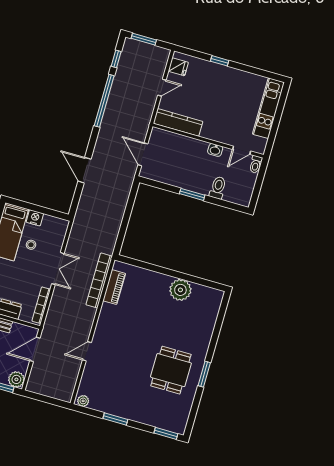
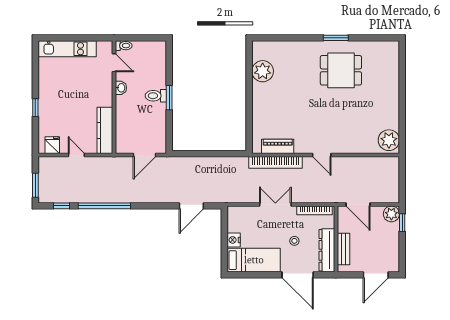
door: (84, 170) -> (191, 206), moved
toilet: (218, 188) -> (156, 96), moved
stool: (31, 245) -> (294, 241), moved
plant: (180, 290) -> (263, 71), moved
door: (87, 351) -> (322, 155), moved
plant: (83, 401) -> (389, 140), width x1.88, depth x1.88
window: (115, 419) -> (402, 110), removed
window: (166, 433) -> (402, 58), removed

